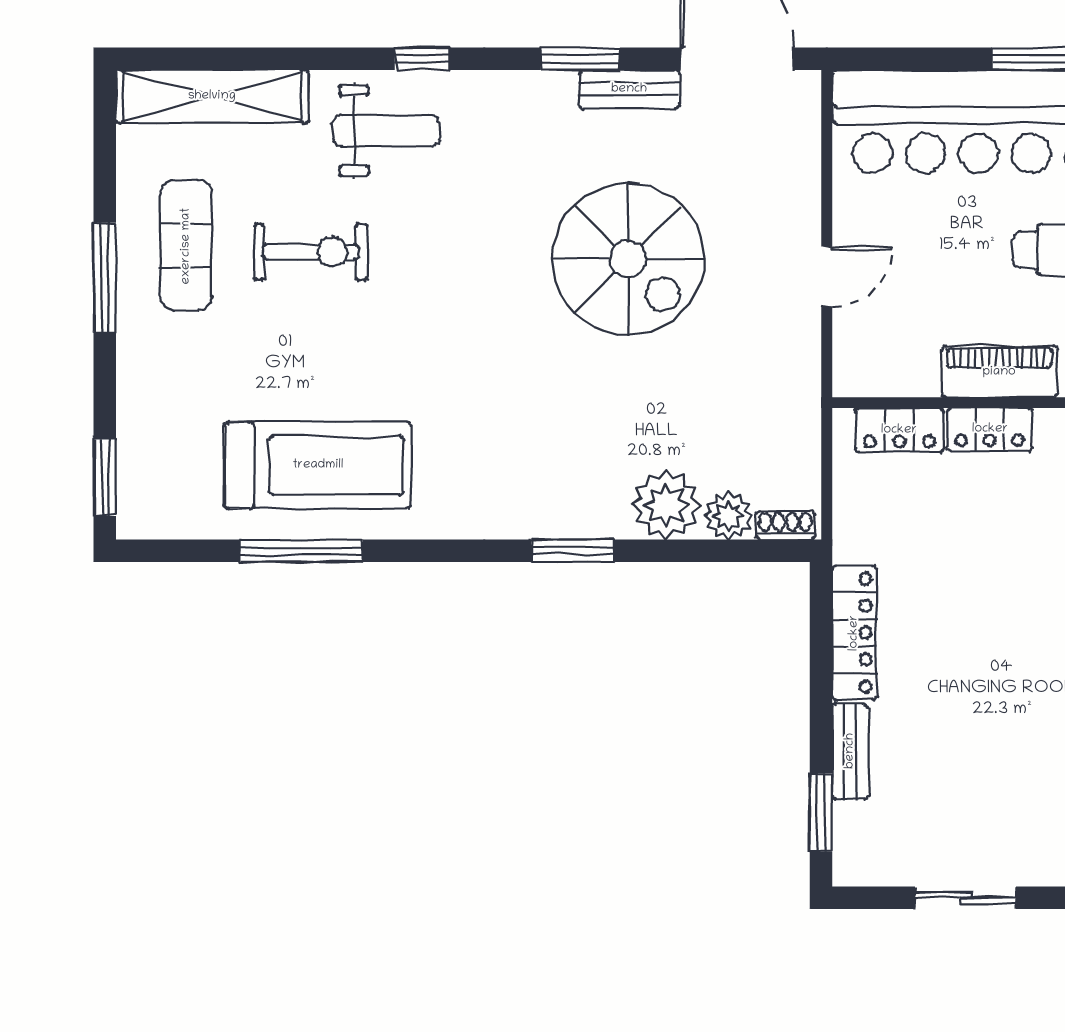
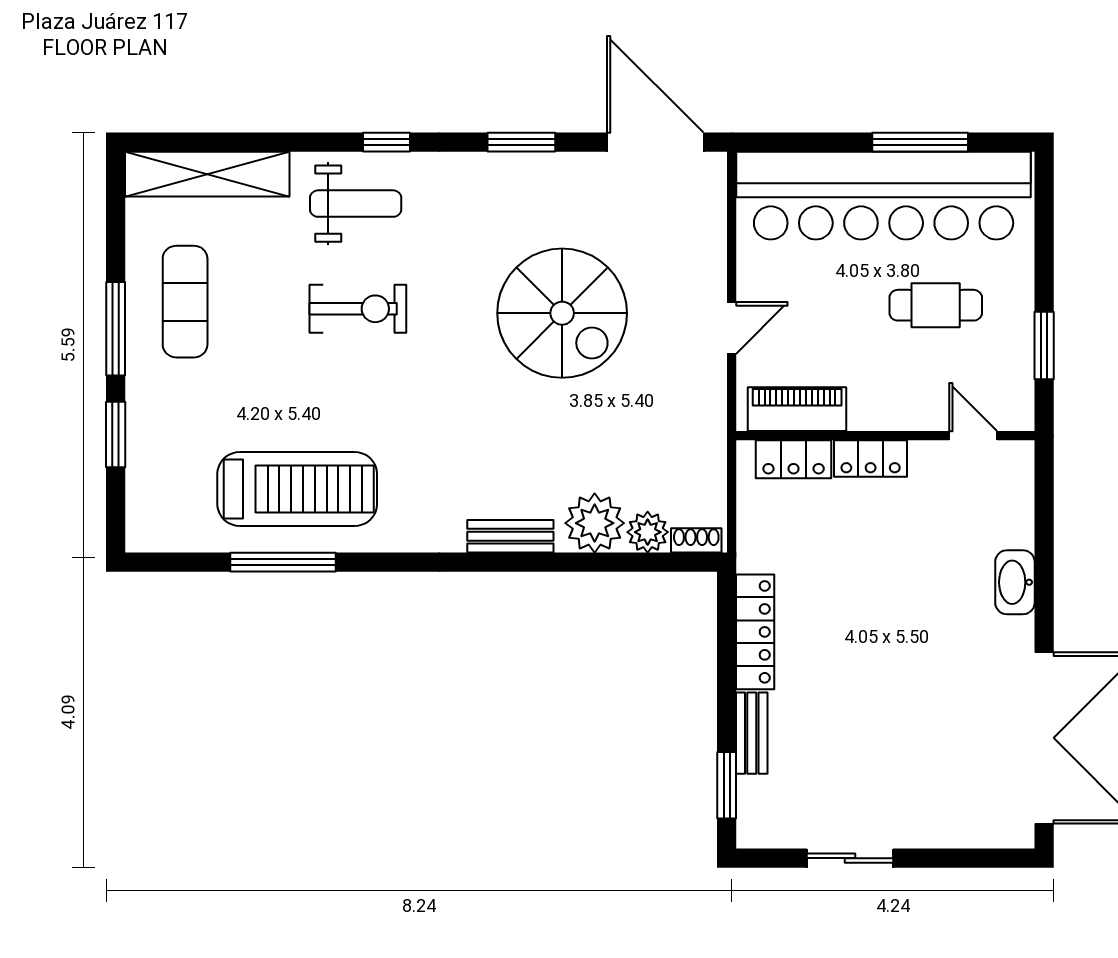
bench: (629, 89) -> (510, 536), moved
exercise bike: (311, 252) -> (358, 309), moved
piano: (999, 372) -> (797, 409), moved
window: (105, 477) -> (116, 434), moved
window: (573, 551) -> (515, 562), removed

